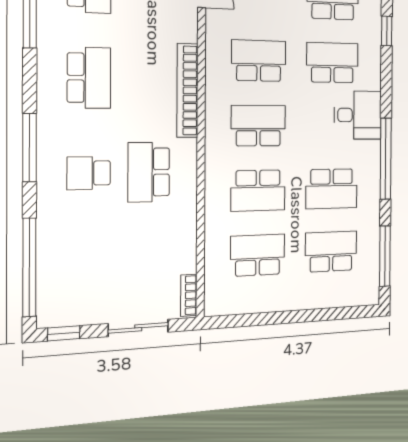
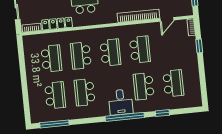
school desk: (332, 63) -> (144, 86), turned 180
bookcase: (187, 90) -> (138, 16), moved
window: (386, 159) -> (125, 117), moved
locker: (186, 238) -> (57, 24), added

